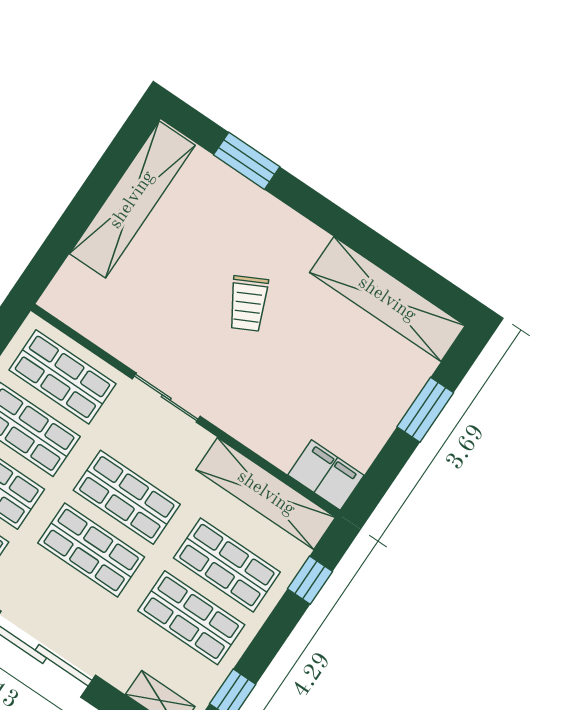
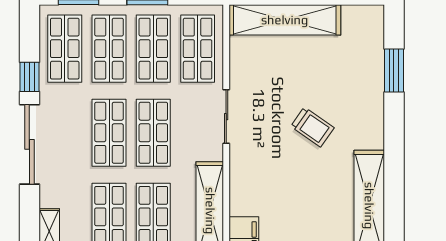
shelving: (132, 200) -> (285, 20), moved
trolley: (248, 303) -> (312, 127), turned -118

